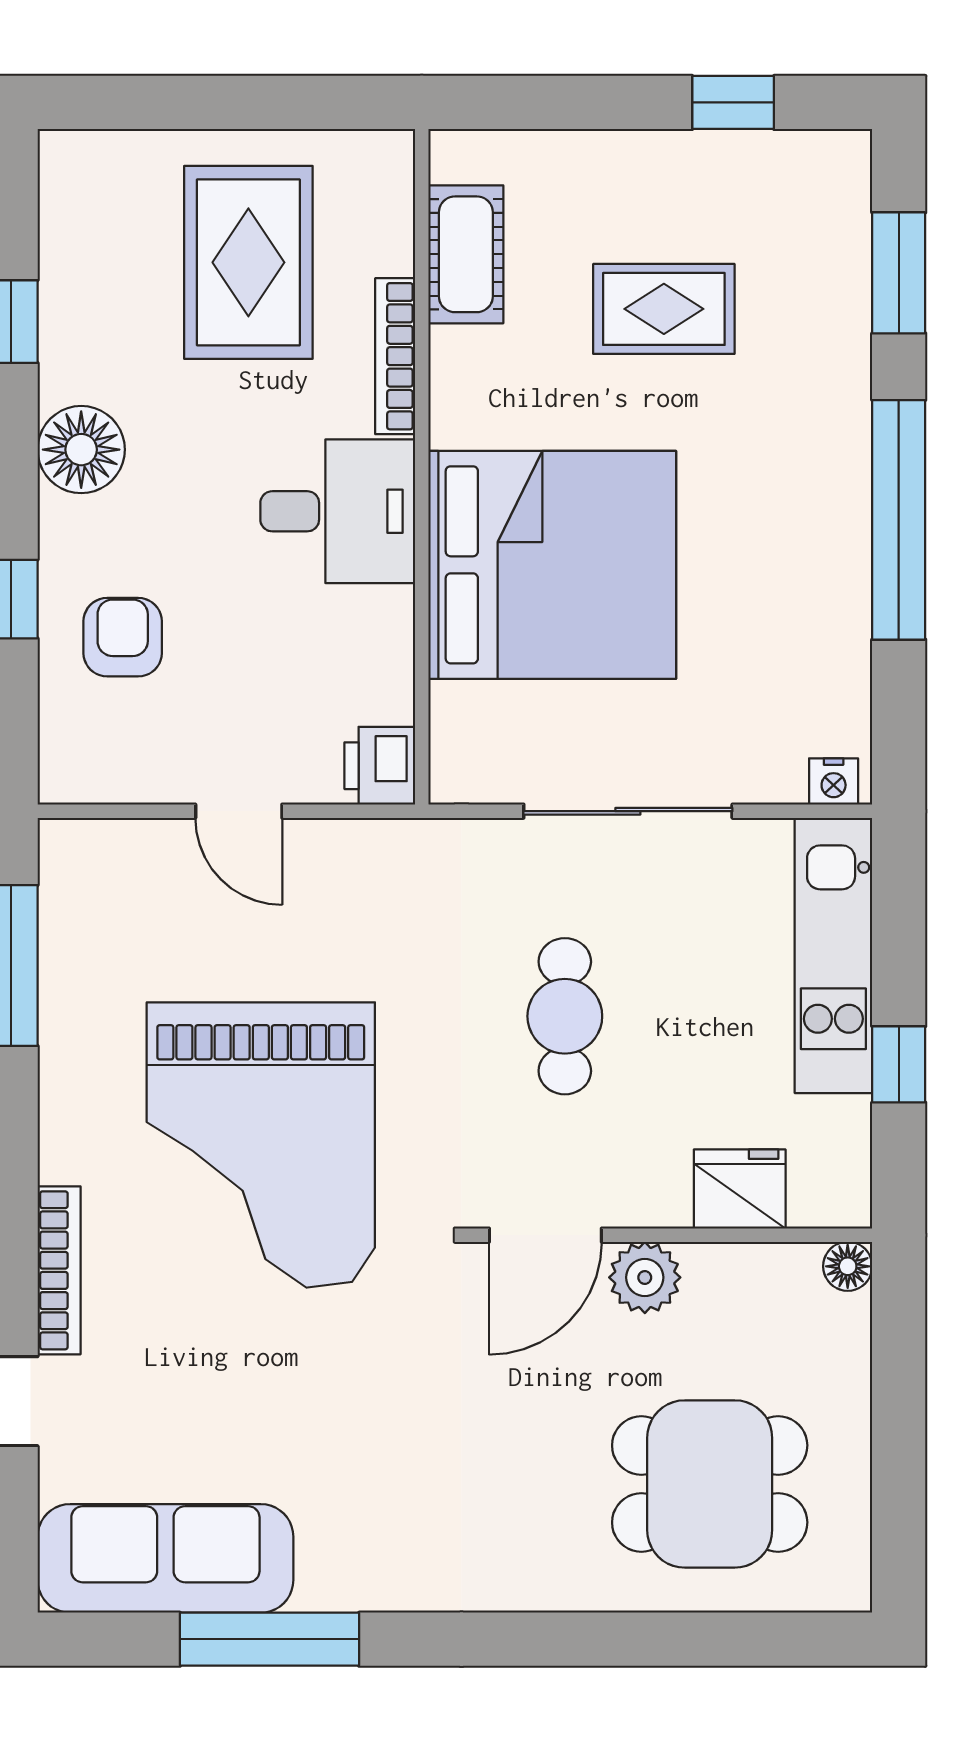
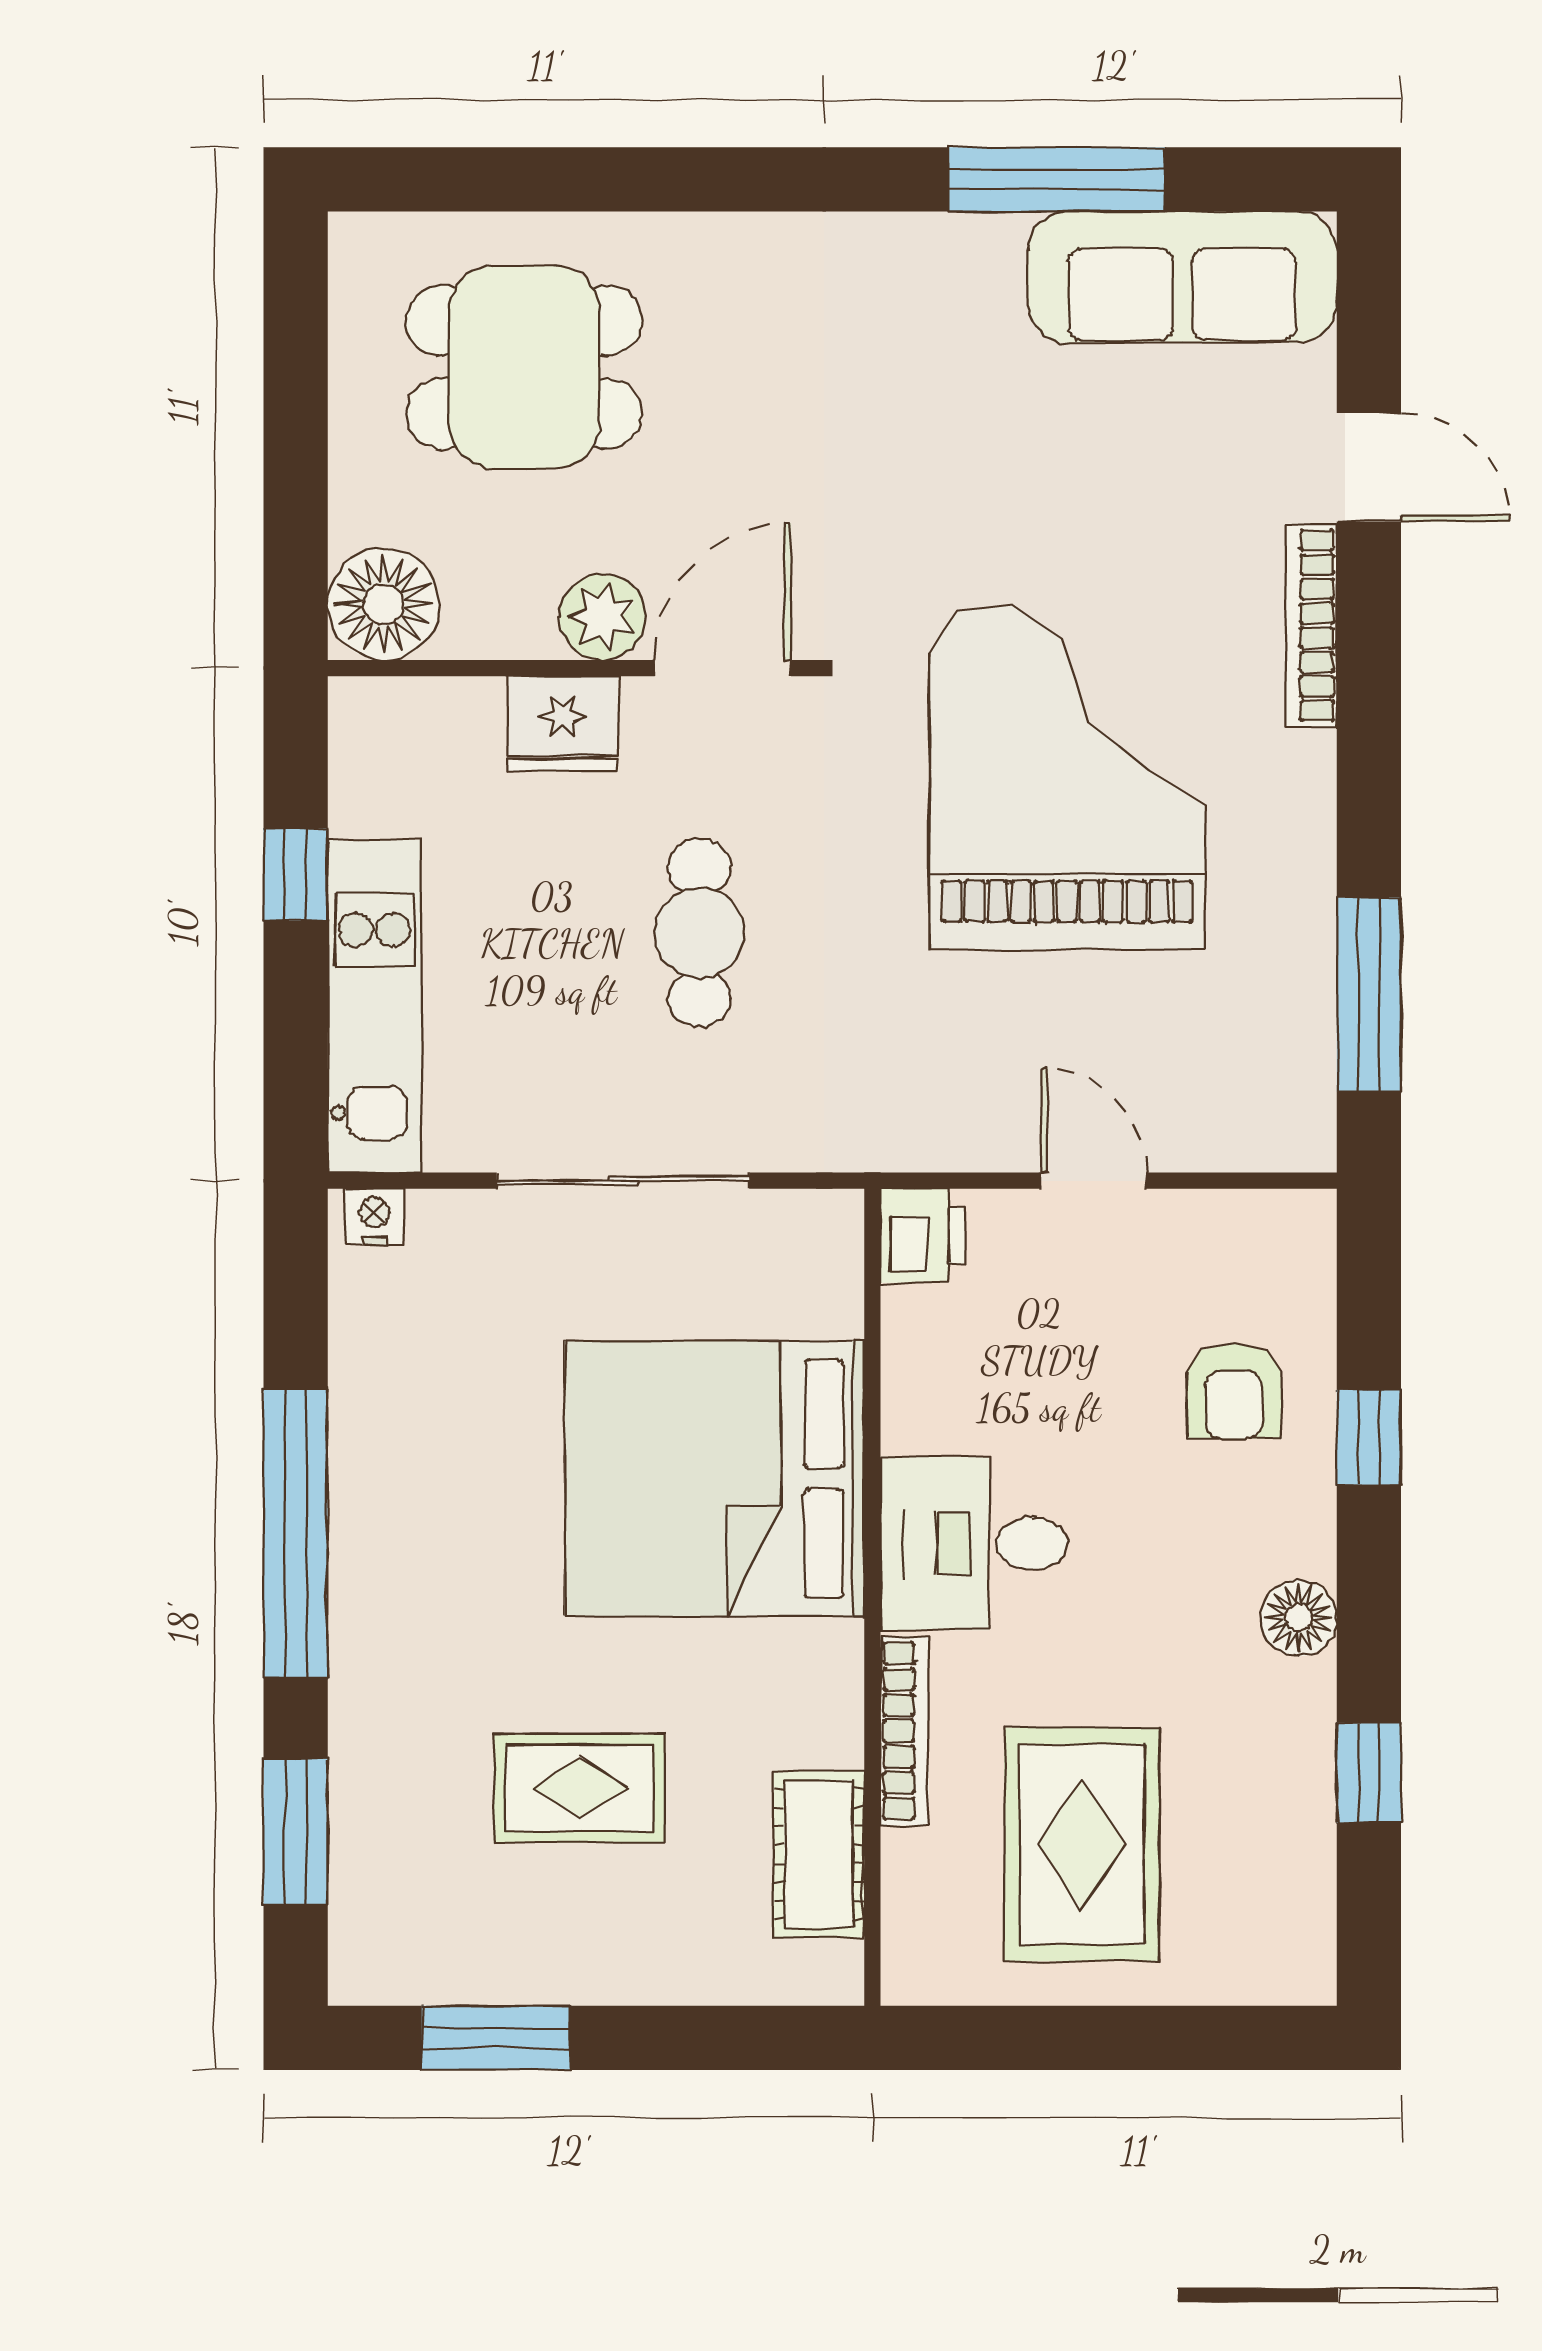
window: (733, 102) -> (496, 2038), width x1.50
floor lamp: (81, 450) -> (1299, 1618), width x0.73, depth x0.73
fridge: (740, 1189) -> (563, 724), moved
floor lamp: (848, 1266) -> (384, 604), width x1.89, depth x1.89

